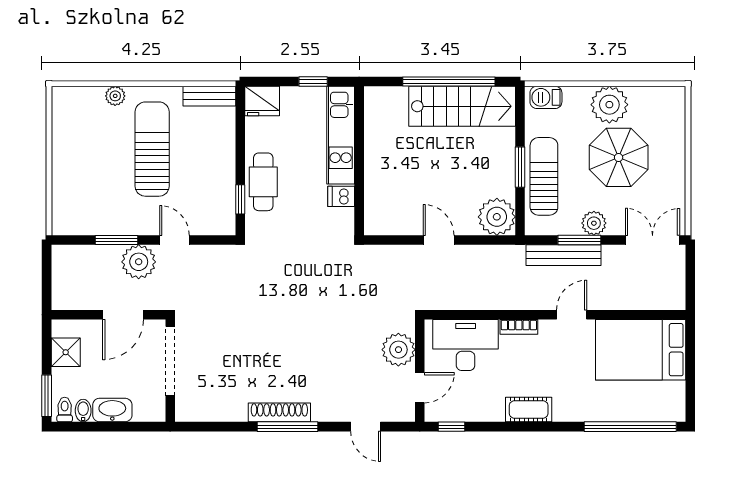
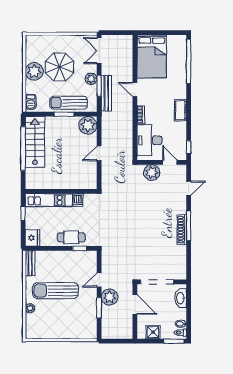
washbasin: (112, 410) -> (181, 298), moved

